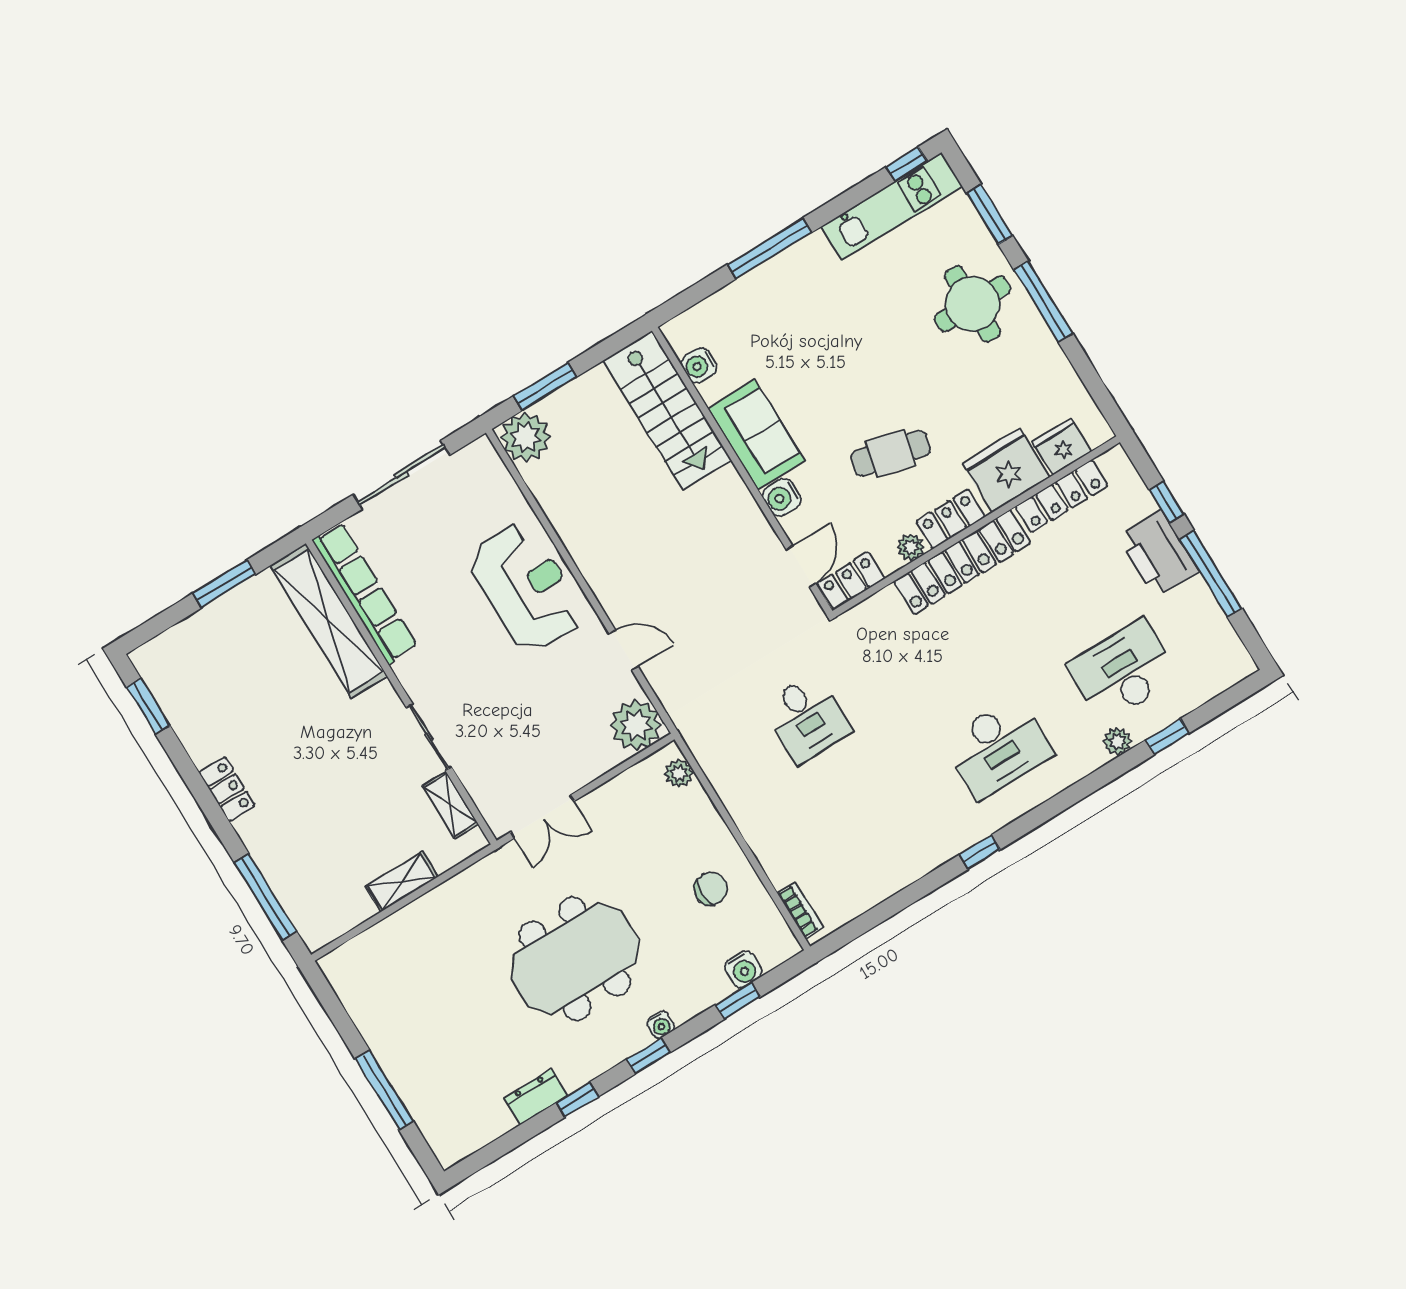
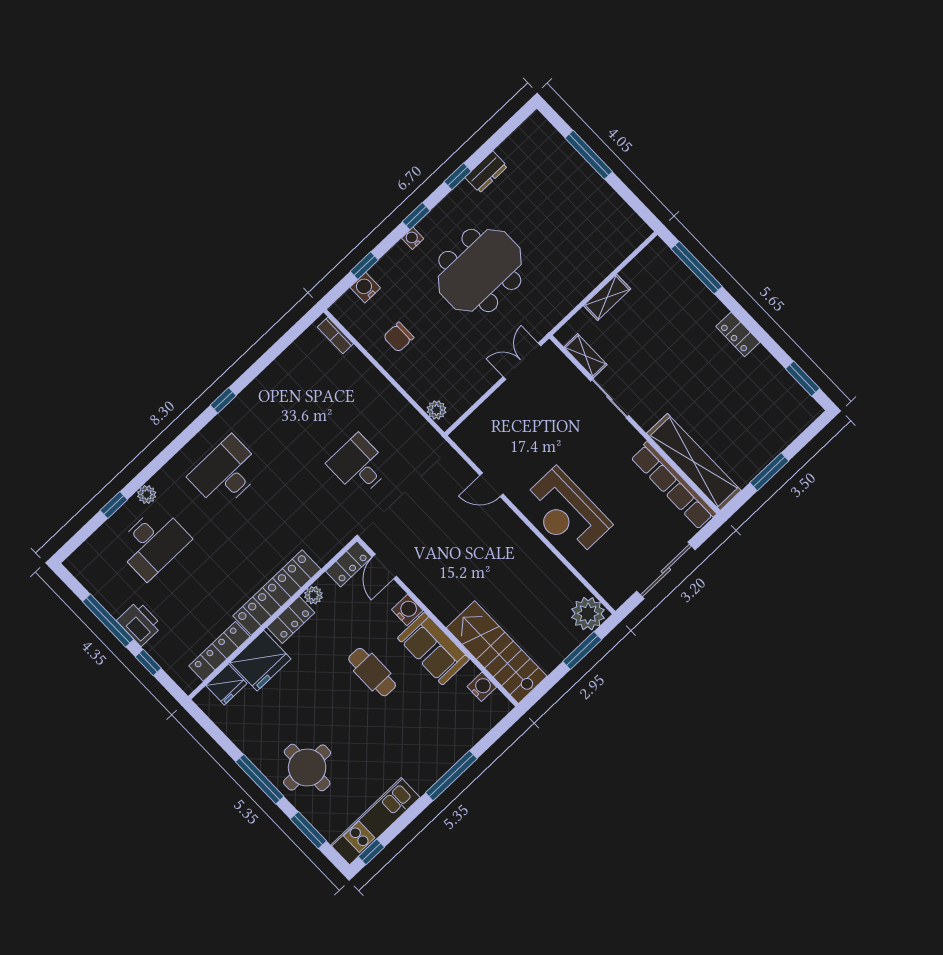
cafe table: (891, 453) -> (372, 672), moved, turned 76
printer: (1158, 554) -> (139, 623), width x0.73, depth x0.84
plant: (636, 725) -> (472, 436), removed

